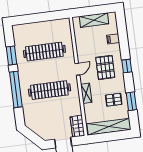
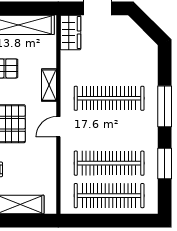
clothes rail: (42, 32) -> (109, 196), added
window: (16, 89) -> (165, 106), width x0.68

